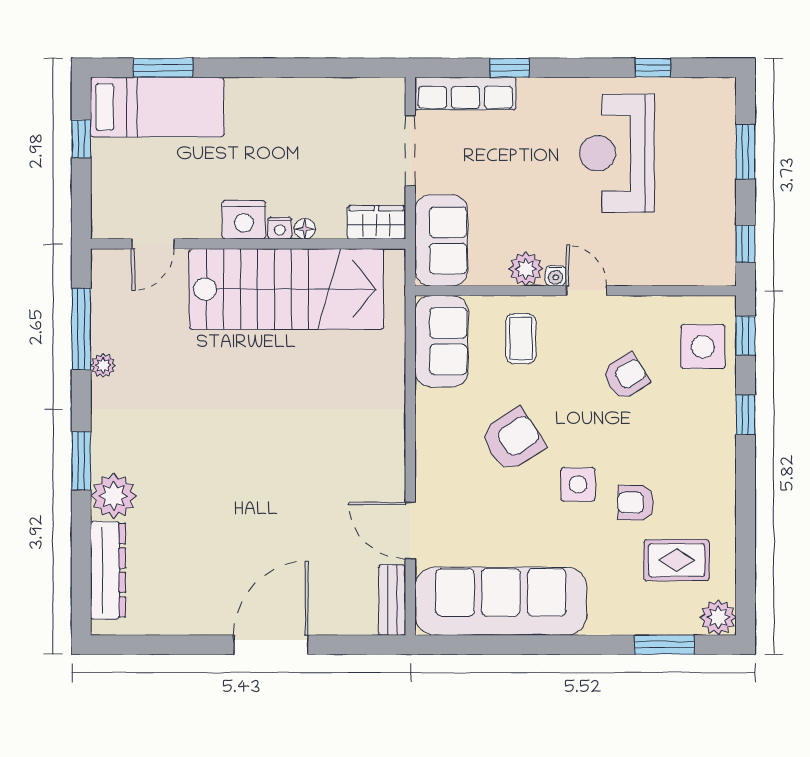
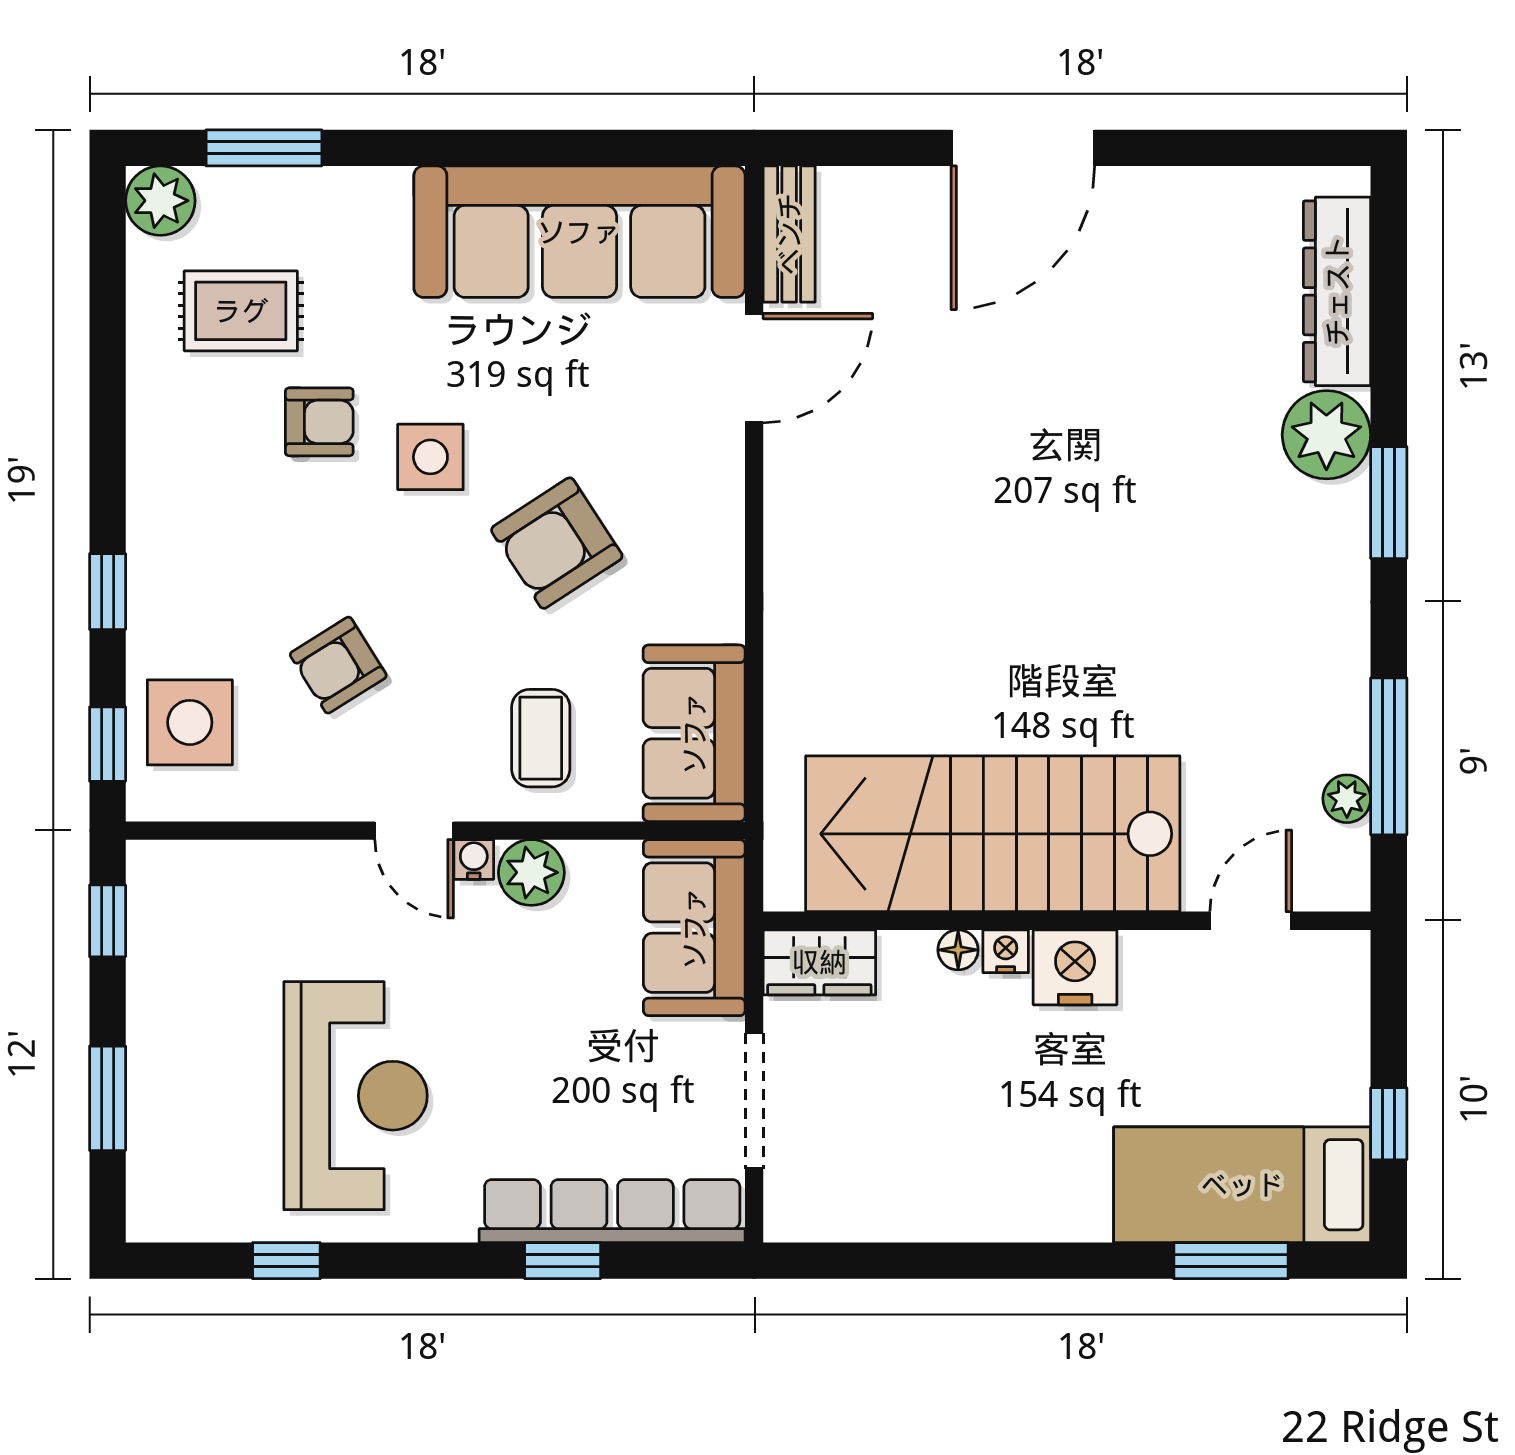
row of seats: (465, 93) -> (612, 1211), width x1.36
plant: (103, 365) -> (1347, 799), moved
door: (410, 530) -> (754, 368), hinge flipped

